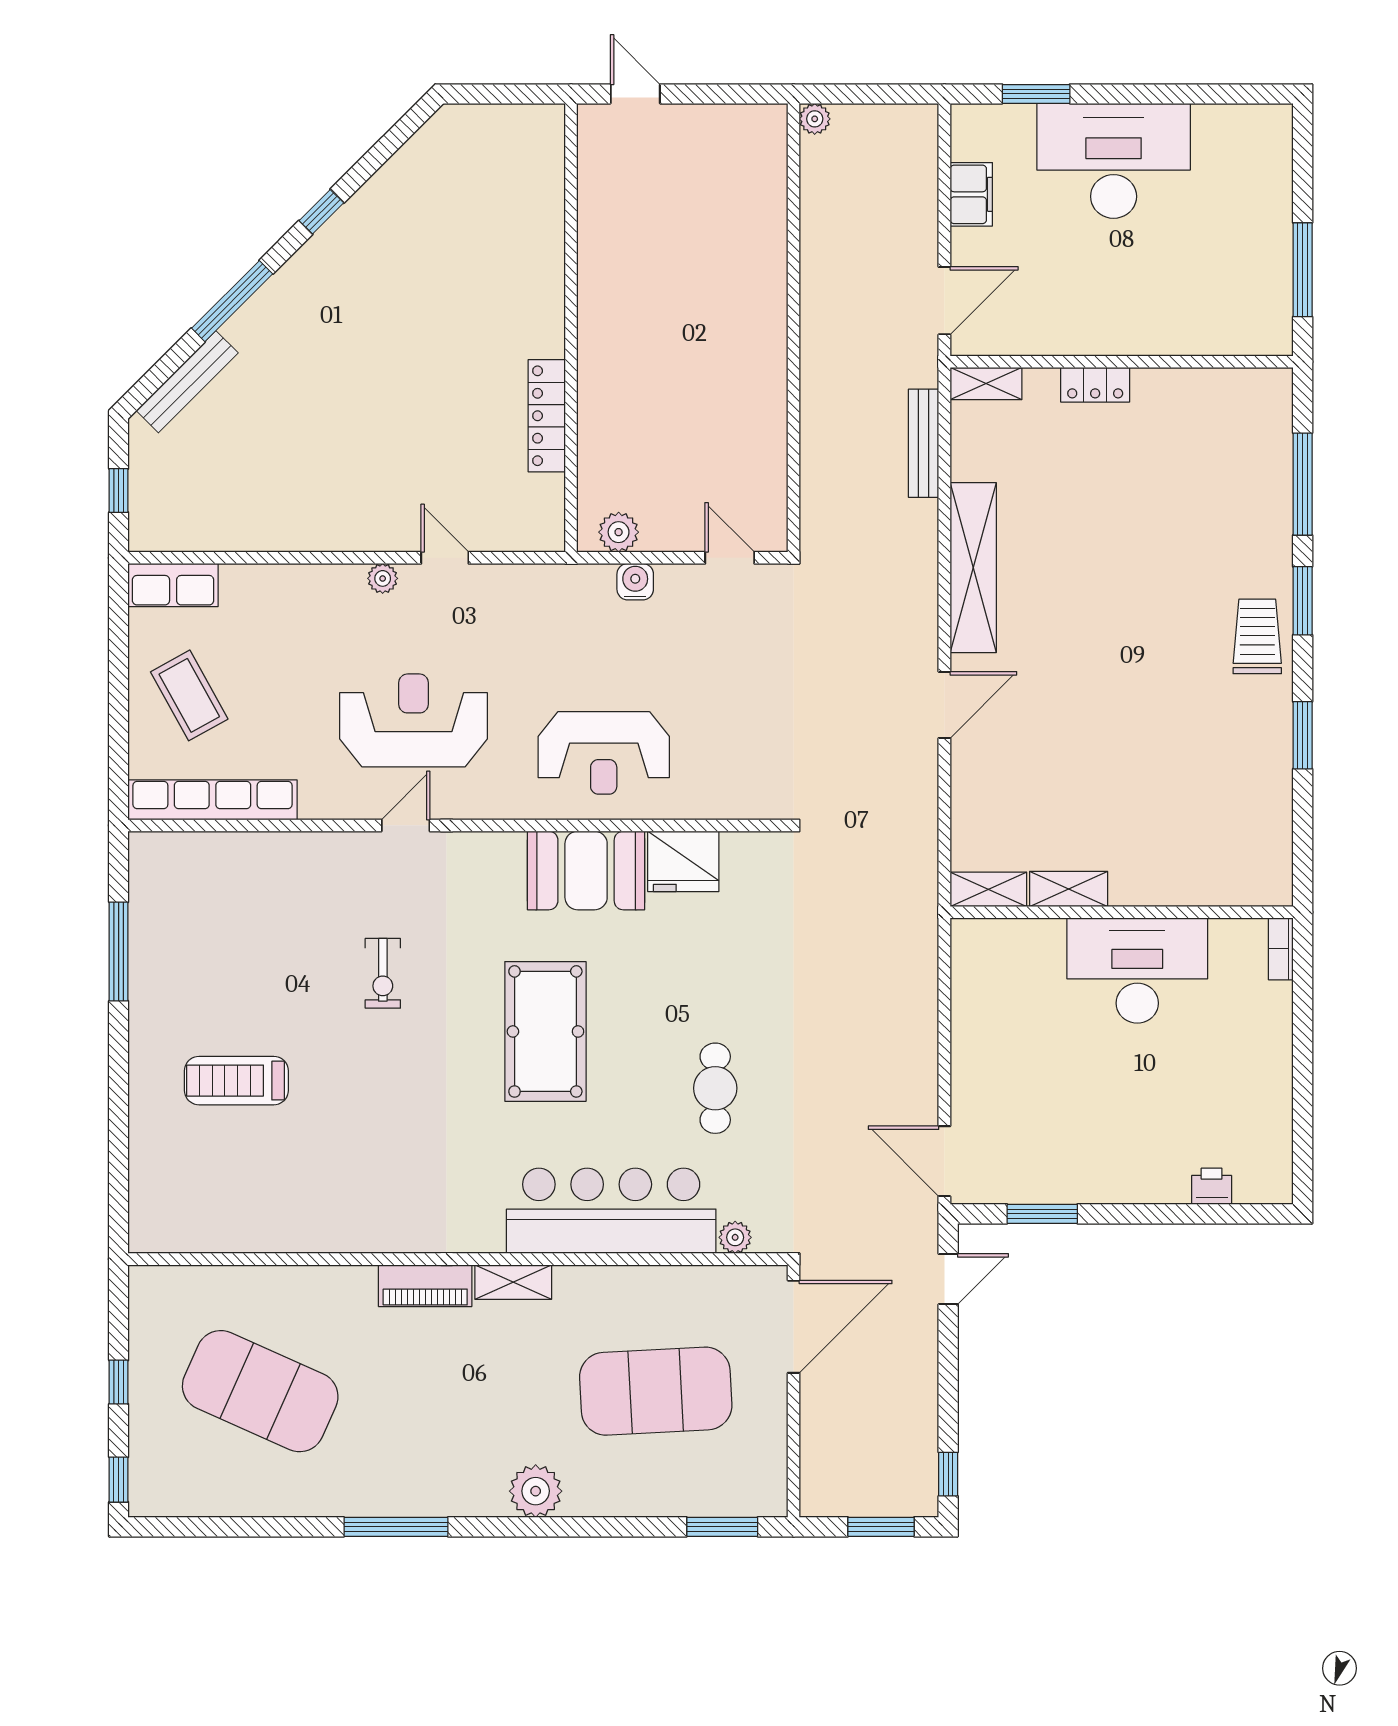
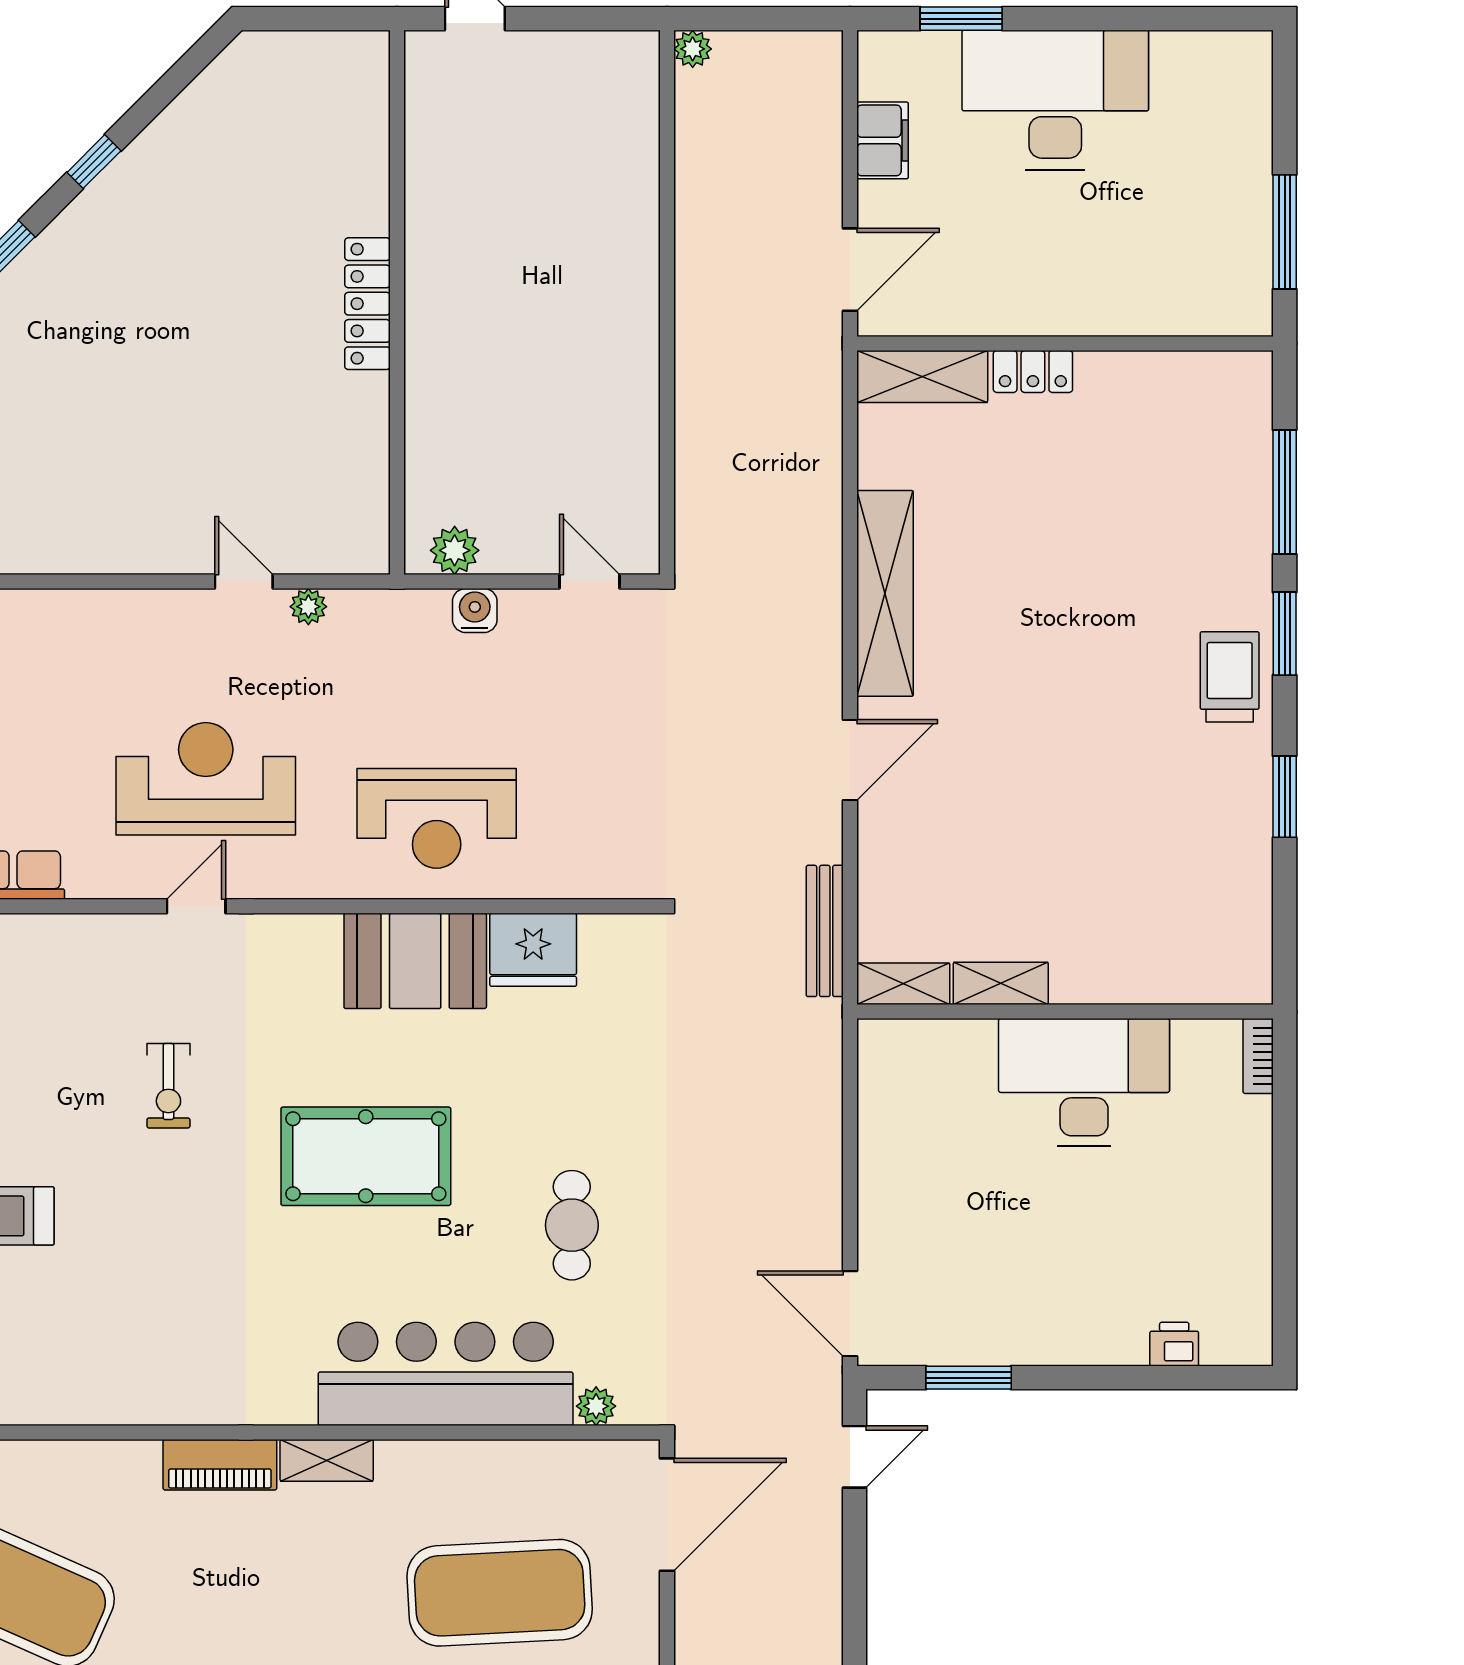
shelving: (986, 383) -> (922, 376), width x1.50, depth x1.33
locker: (547, 416) -> (368, 304), moved
bench: (924, 443) -> (825, 931), moved
plant: (383, 578) -> (308, 607), moved
pool table: (545, 1031) -> (366, 1156), turned 90

